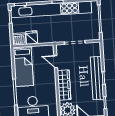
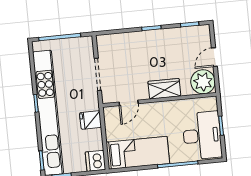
fridge: (32, 38) -> (90, 120), moved
bench: (97, 78) -> (152, 38), removed
wardrobe: (64, 85) -> (164, 89), width x0.67

